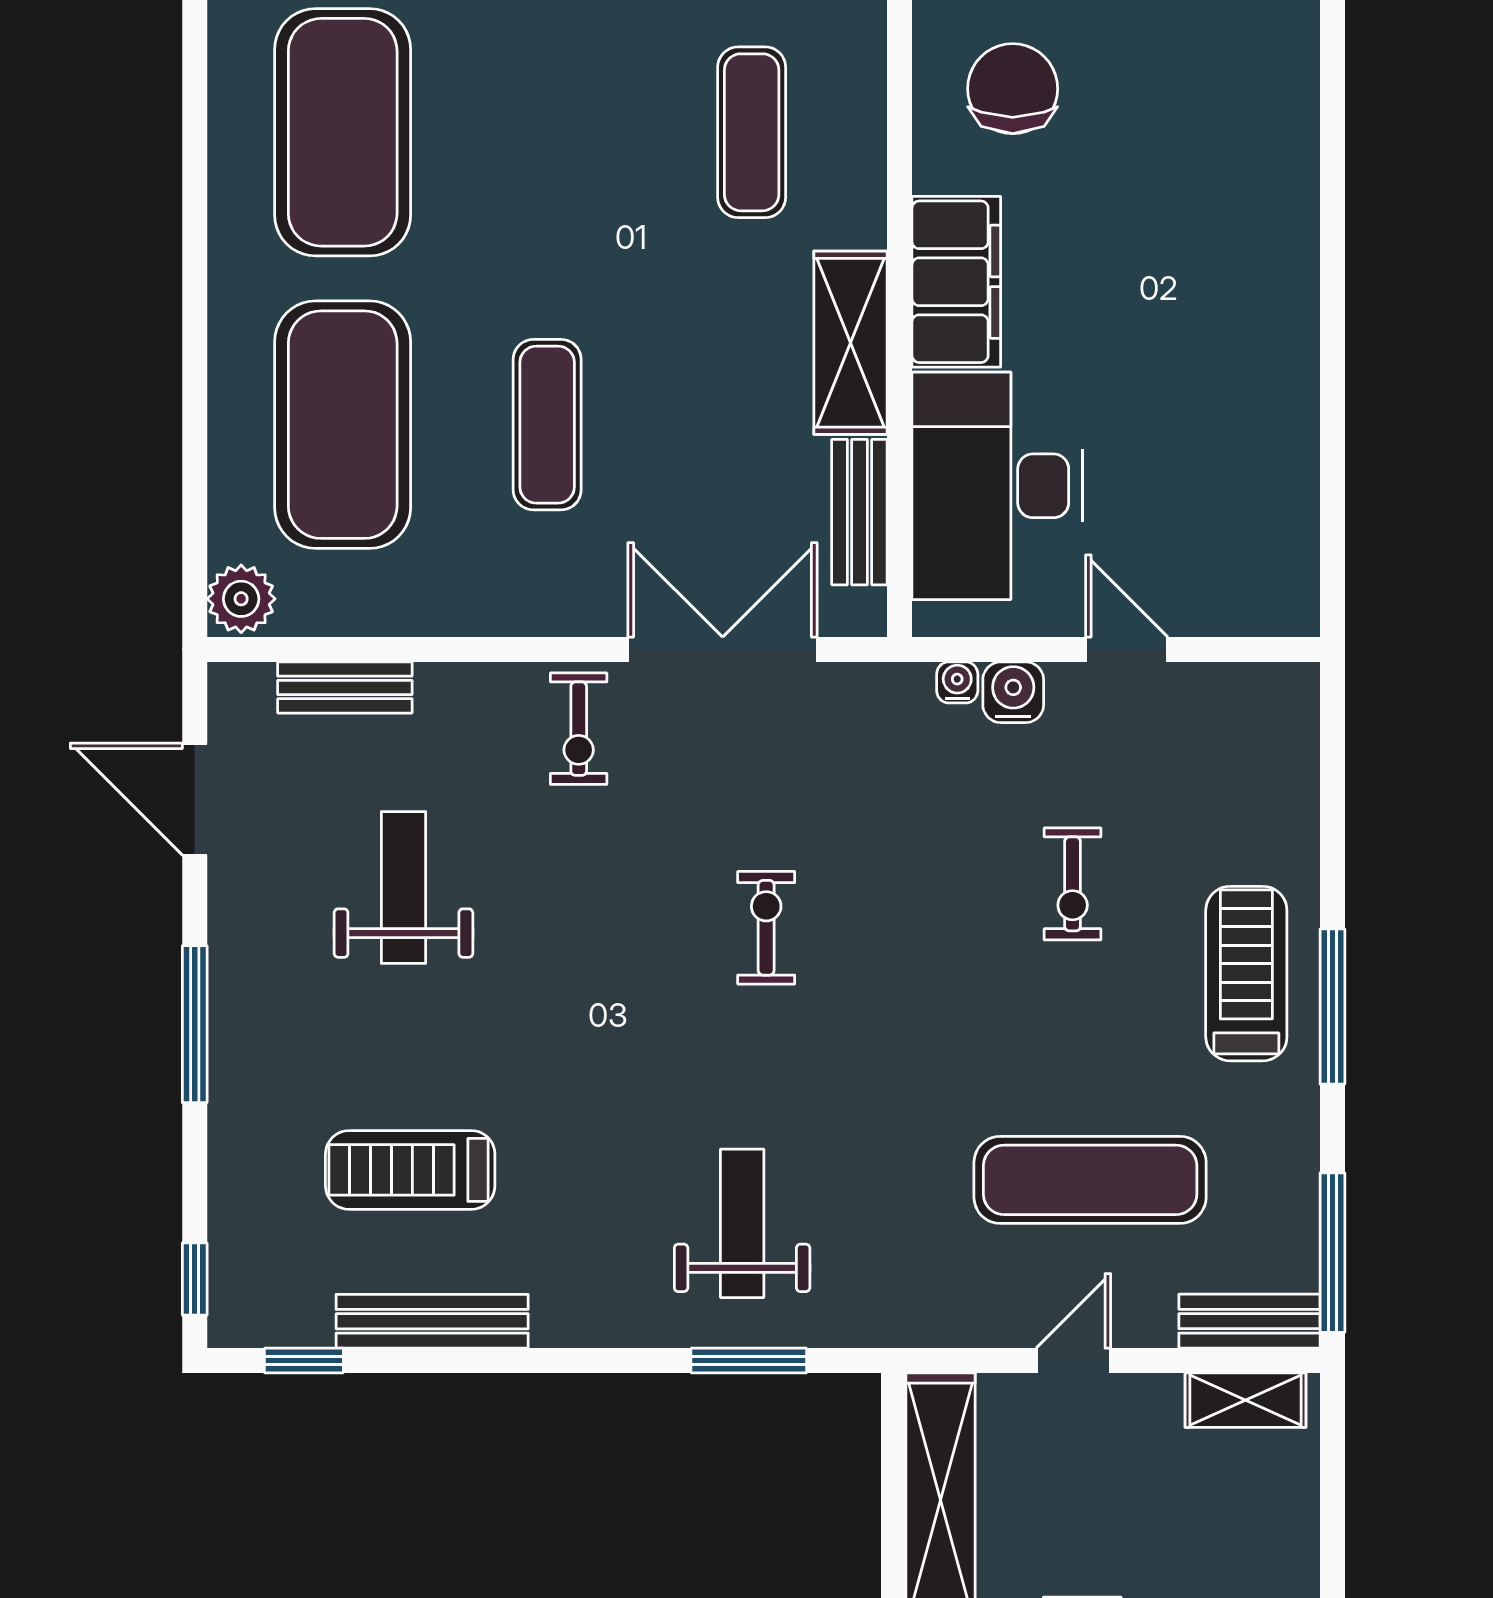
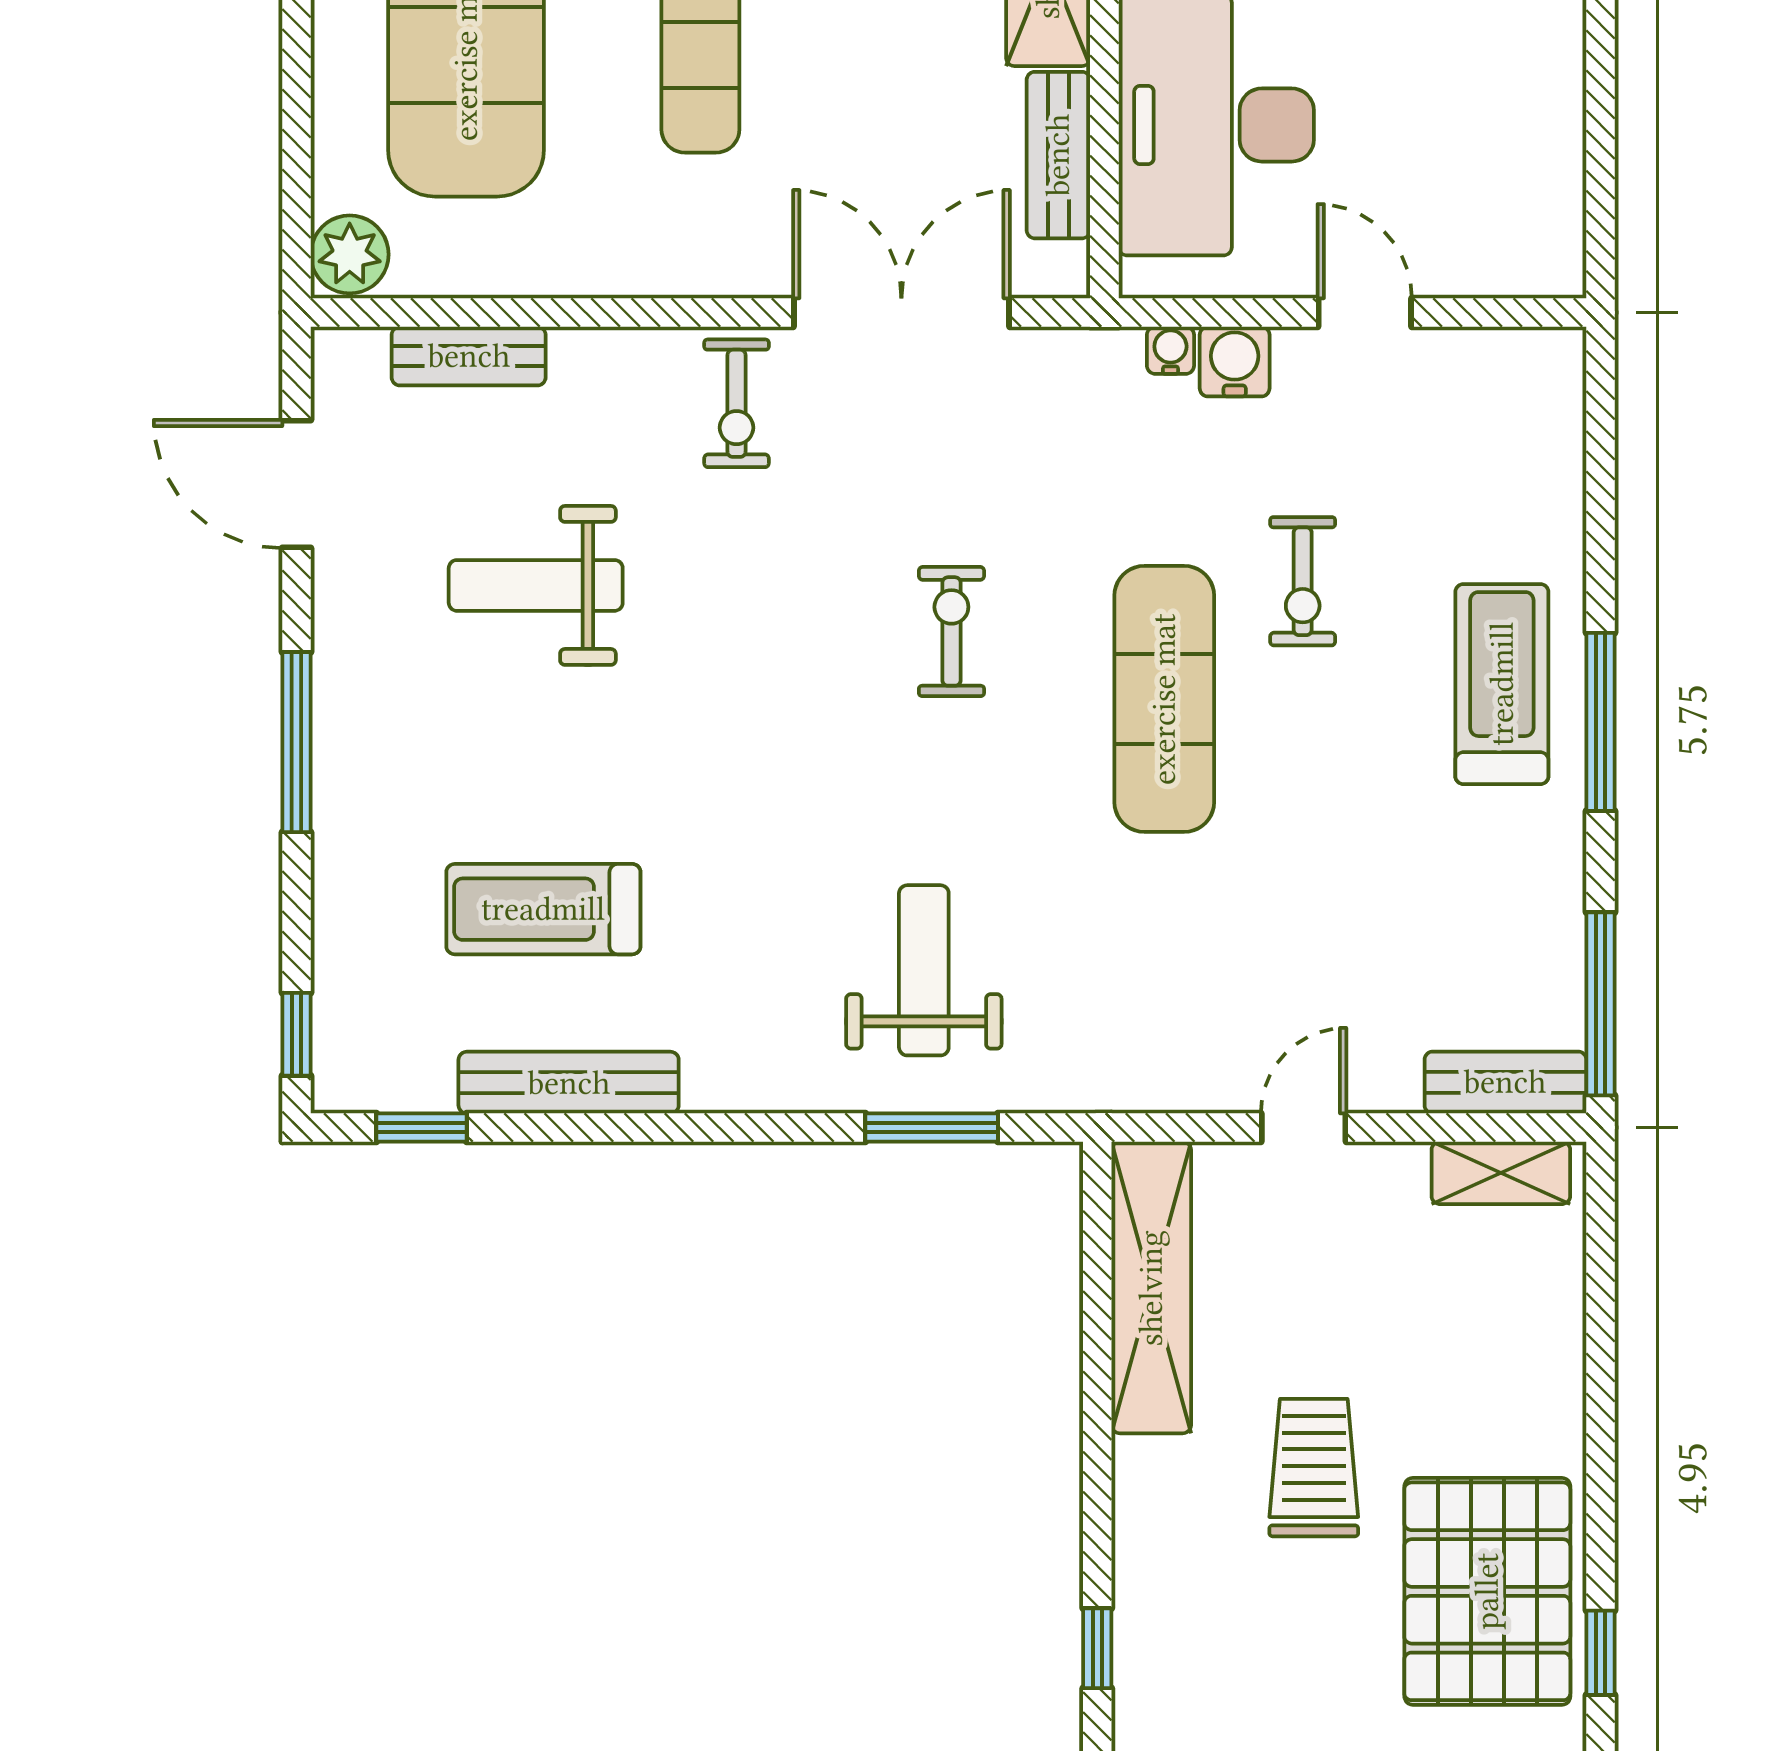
weight bench: (403, 888) -> (536, 585), turned -90
exercise mat: (1090, 1180) -> (1164, 699), moved, turned 90

